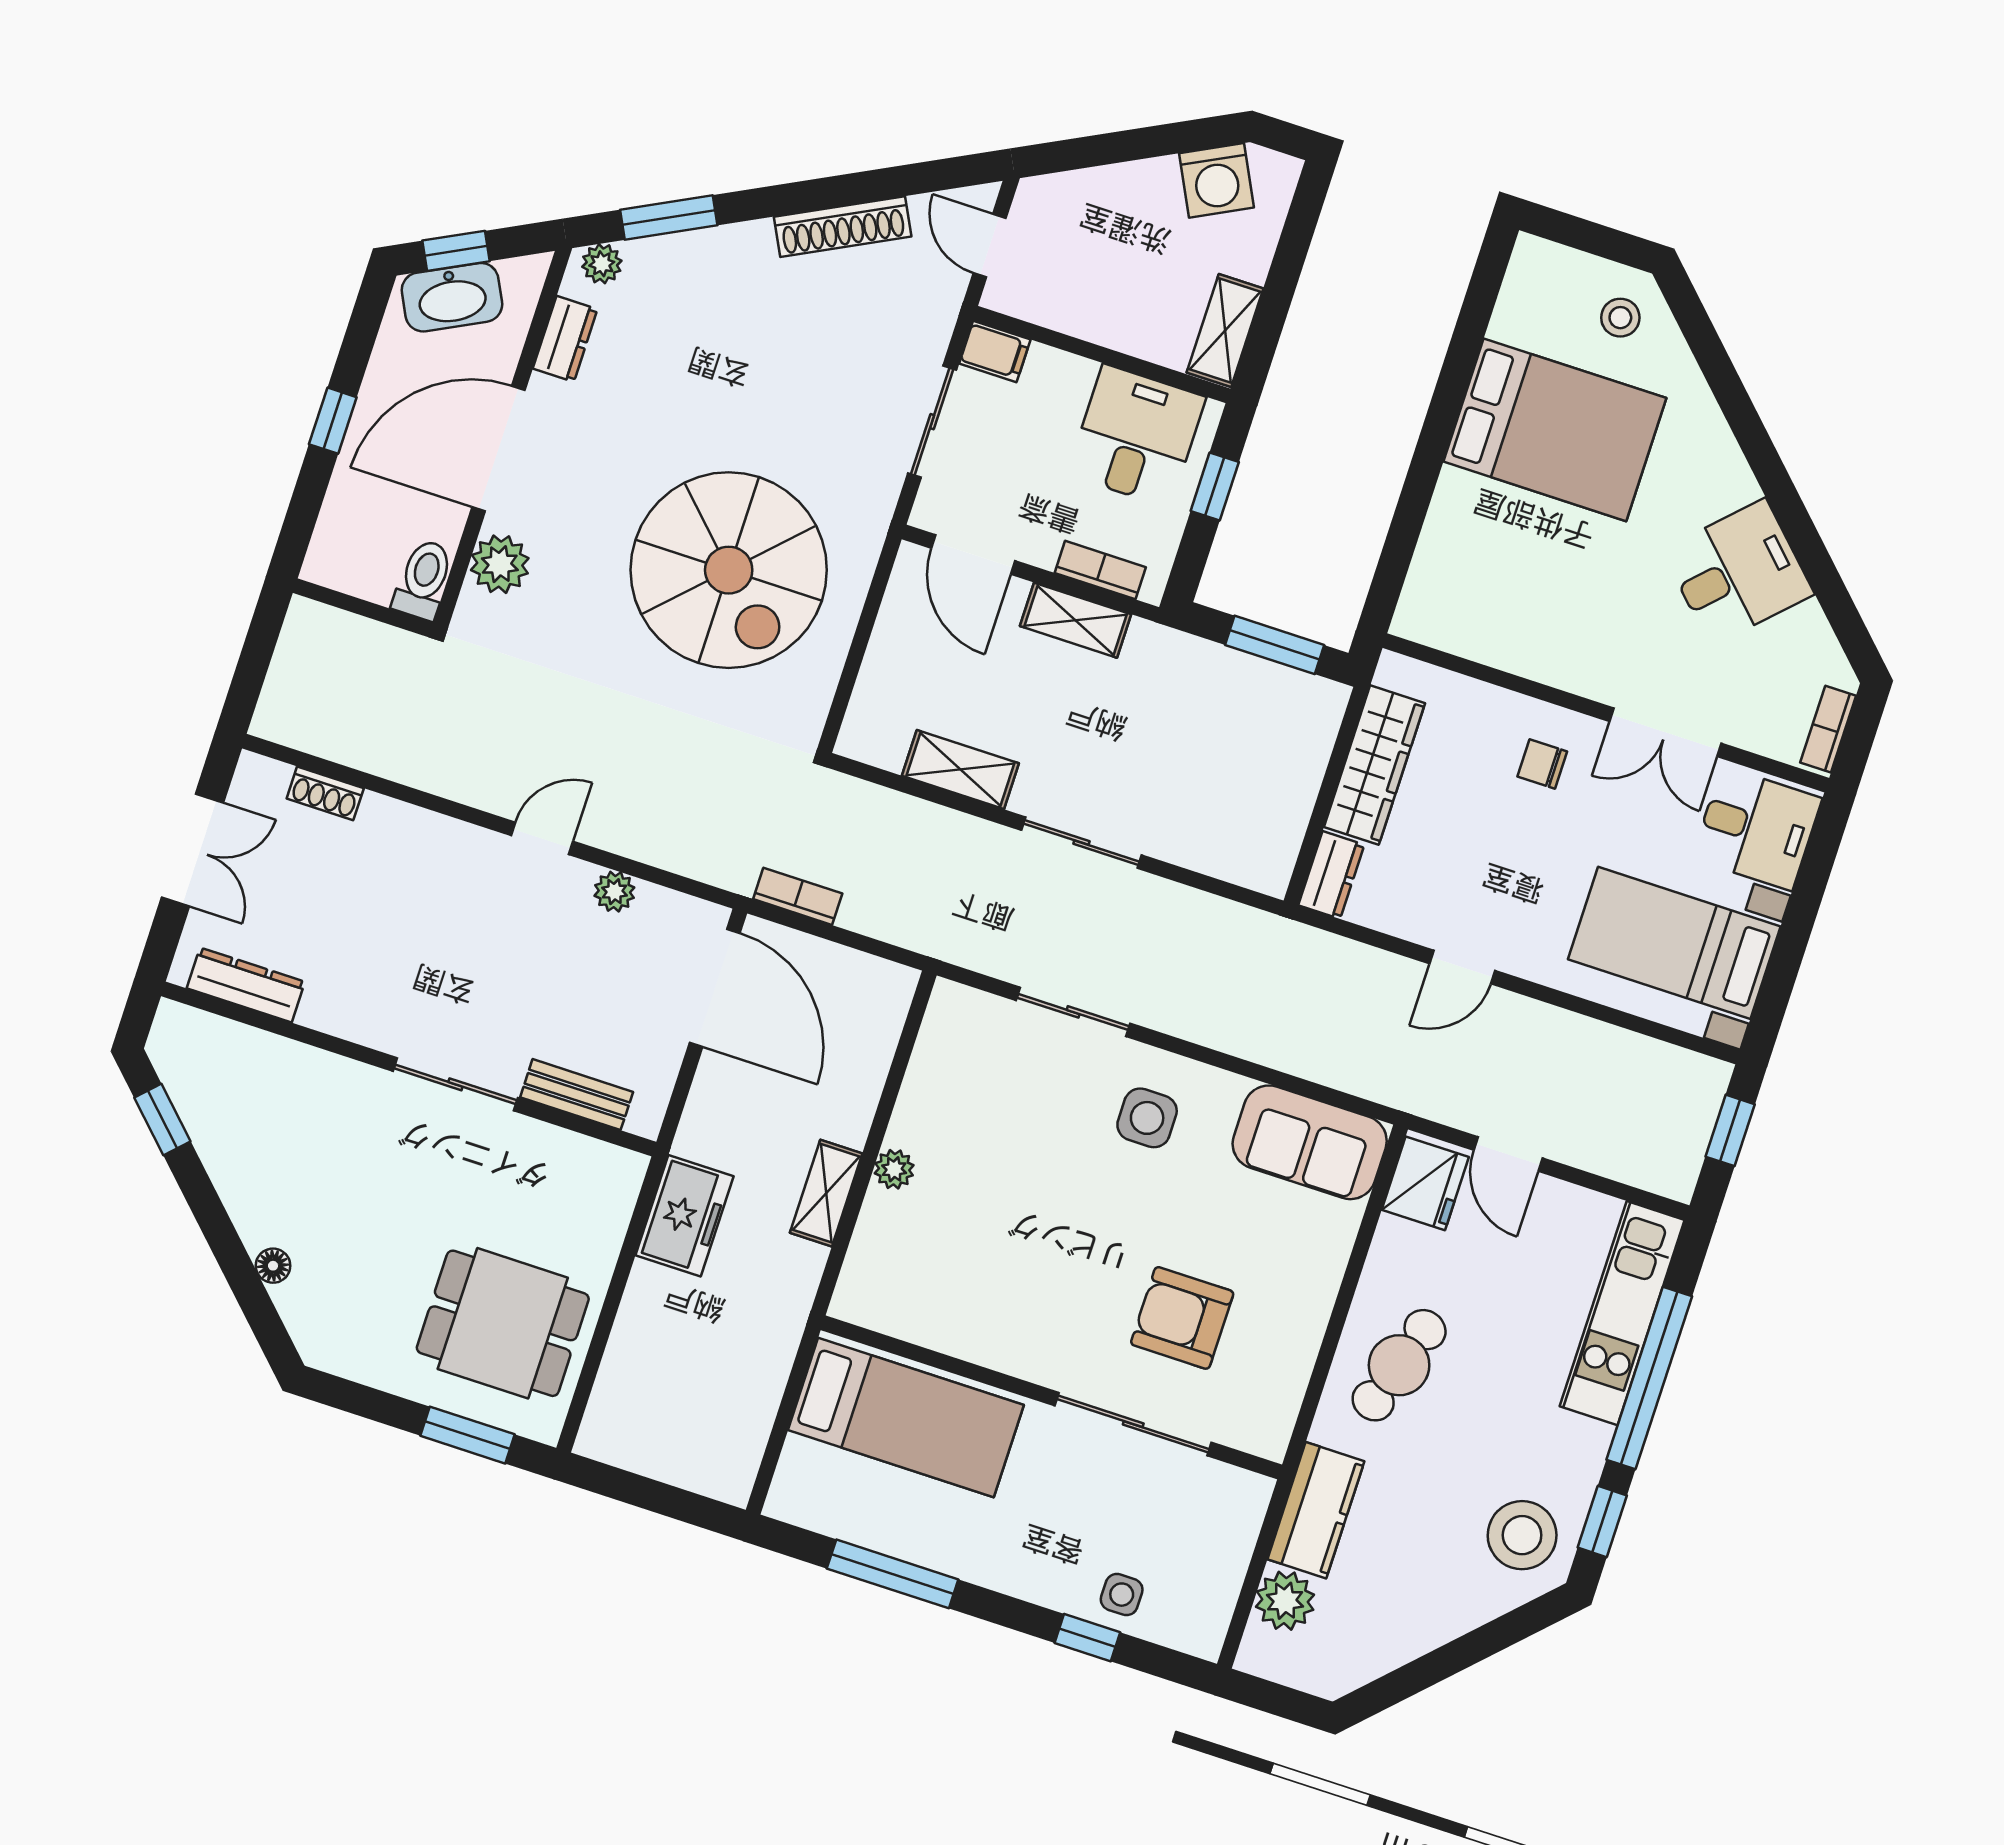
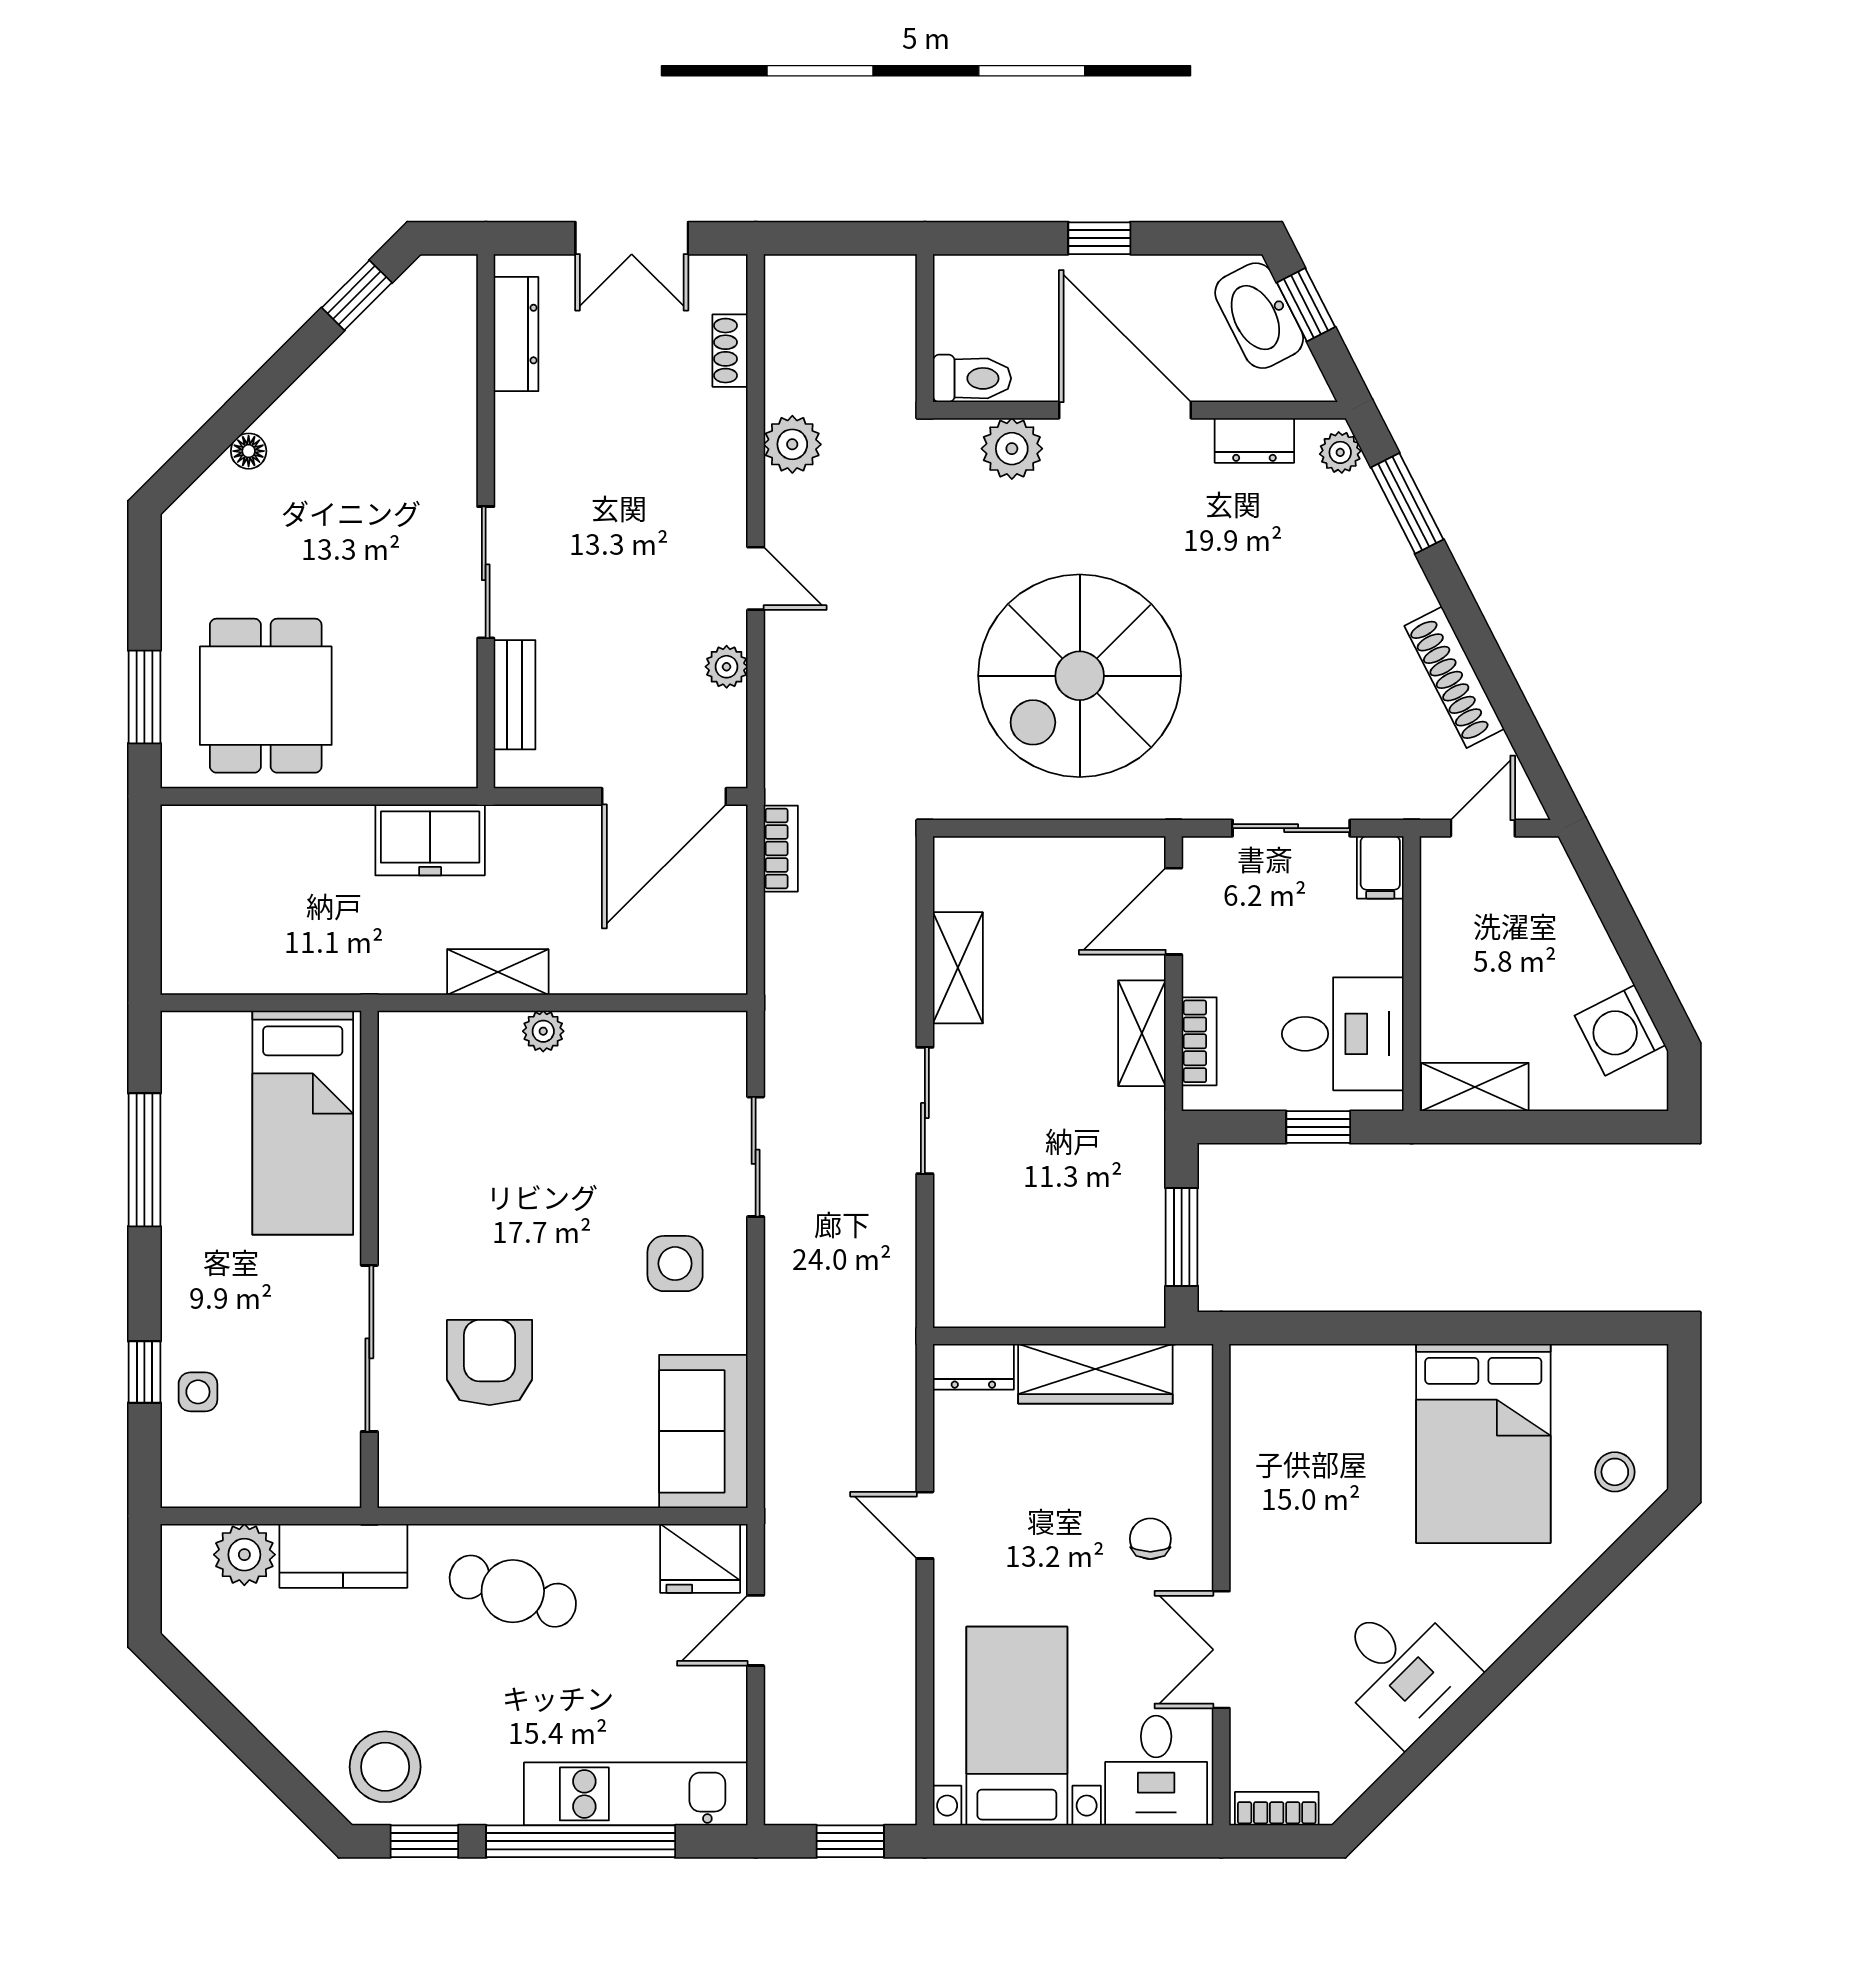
plant: (430, 764) -> (792, 444), added

